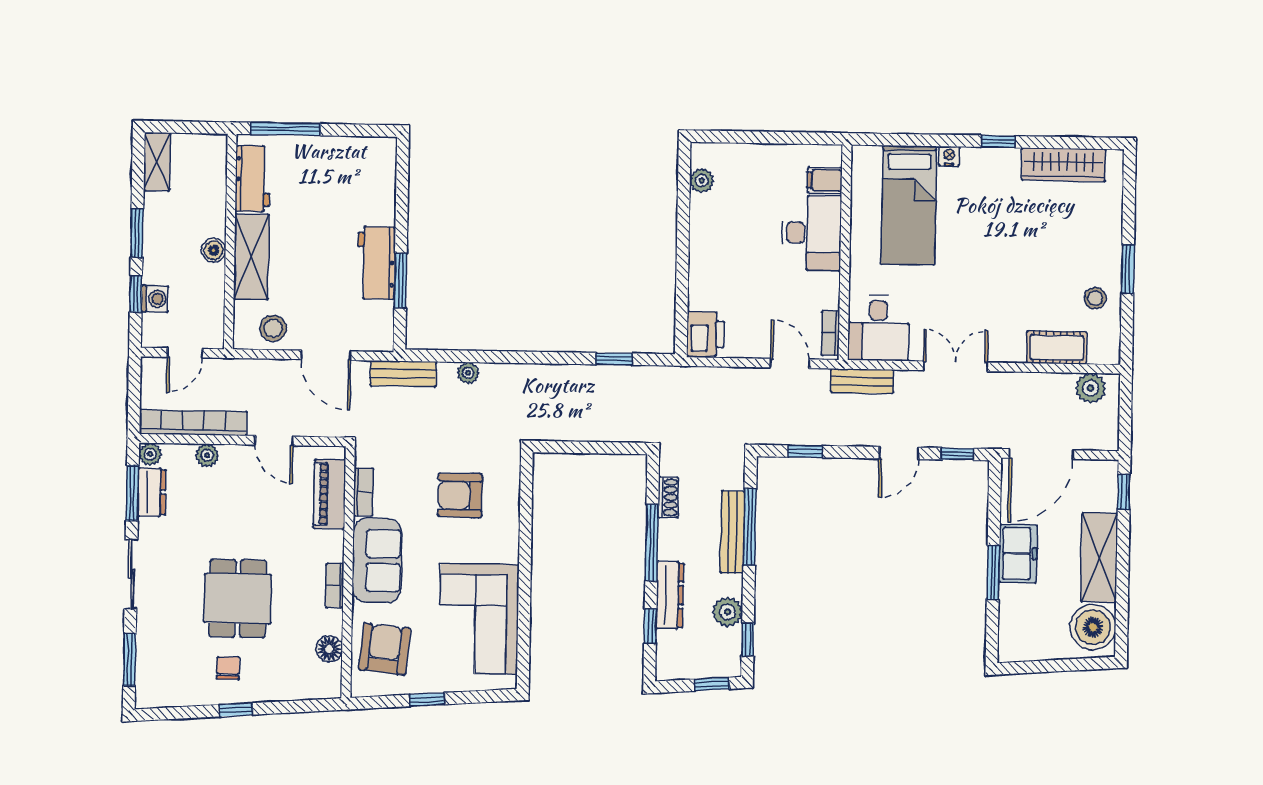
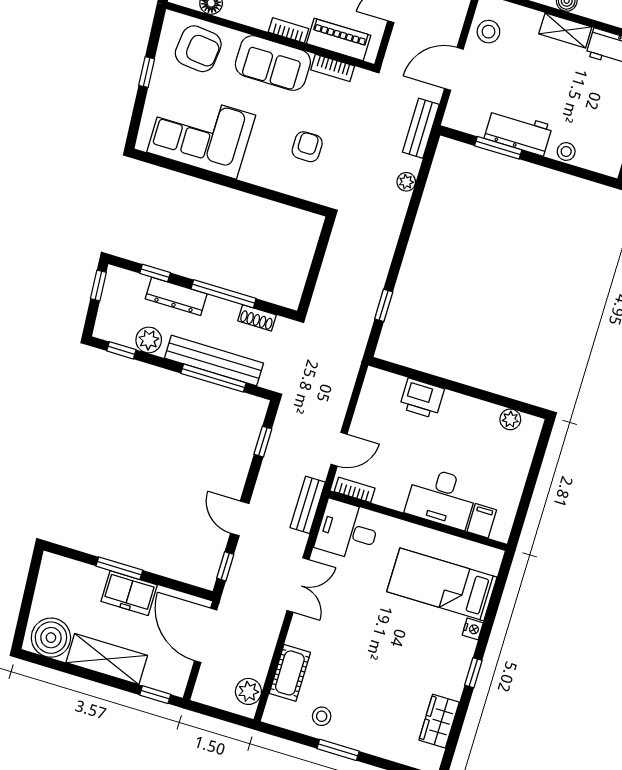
wardrobe: (1063, 165) -> (439, 721), width x0.67
stool: (383, 203) -> (566, 152), added
shelving: (251, 257) -> (565, 30), width x0.67, depth x0.75
printer: (705, 334) -> (422, 398), moved
armchair: (460, 495) -> (307, 147), width x0.72, depth x0.72
bench: (732, 532) -> (214, 361), width x1.37, depth x1.21
bookcase: (335, 586) -> (289, 30), moved
window: (712, 684) -> (98, 286), moved

